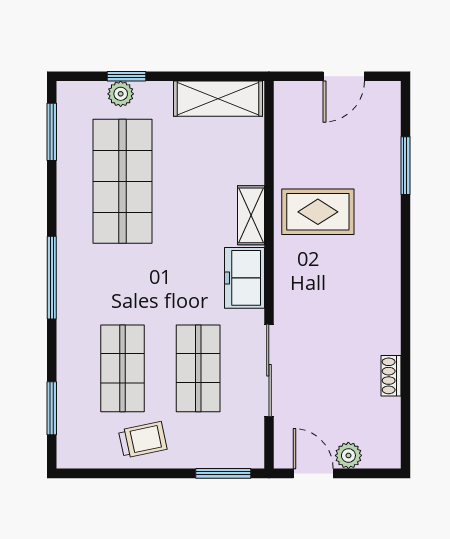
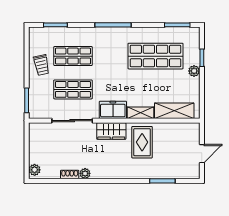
door: (344, 76) -> (202, 154), swing flipped
plant: (121, 94) -> (194, 71), moved
shelving: (218, 99) -> (174, 111), moved, turned 90
wardrobe: (293, 281) -> (111, 131), added
plant: (389, 341) -> (85, 173), added
plant: (348, 455) -> (35, 170), moved
door: (313, 473) -> (27, 140), removed

